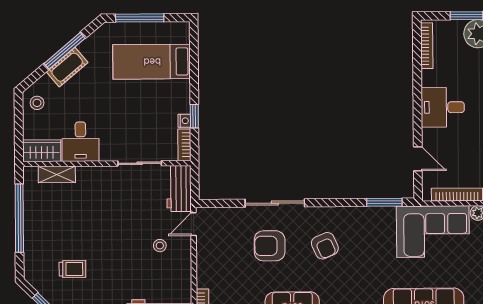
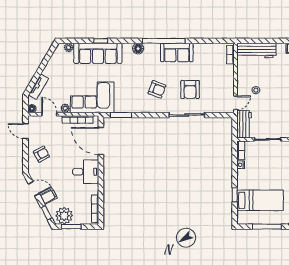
window: (194, 116) -> (235, 195), moved
door: (418, 159) -> (101, 141), width x1.87
armchair: (270, 246) -> (190, 89), turned 90
armchair: (325, 246) -> (157, 89), turned 134

